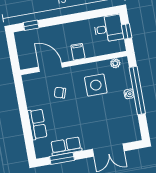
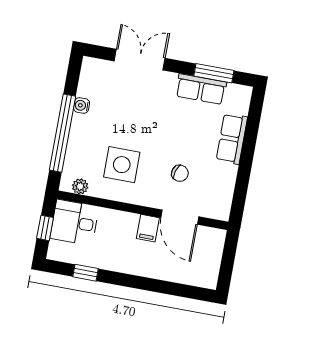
window: (31, 25) -> (86, 273), moved
desk: (108, 29) -> (75, 222), moved
filing cabinet: (78, 52) -> (148, 228), moved
water cooler: (129, 94) -> (82, 105), moved

